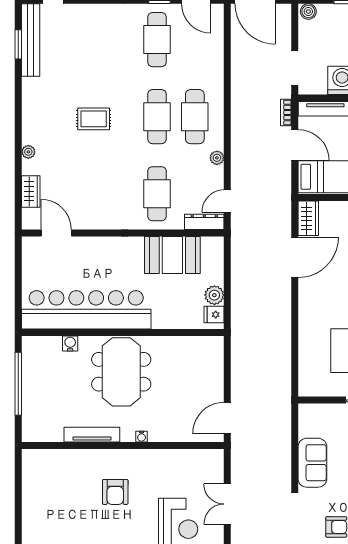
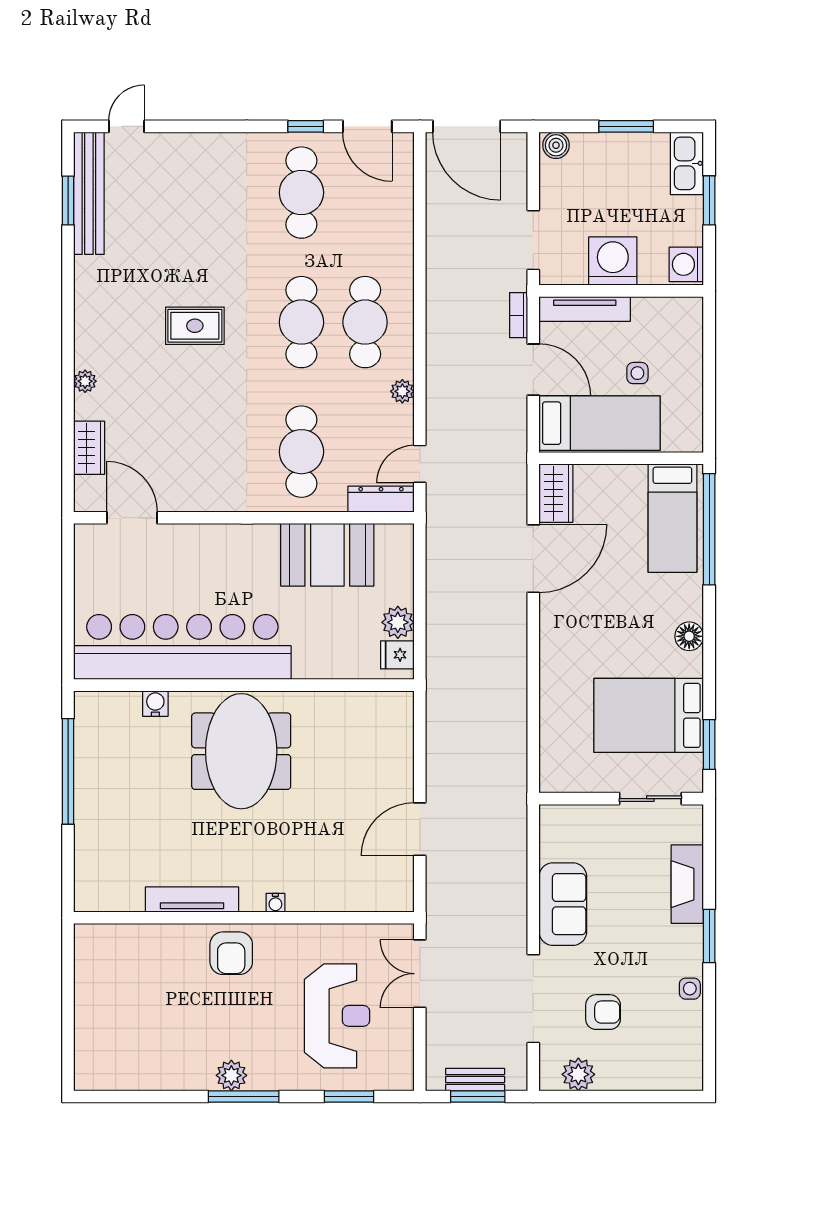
tv unit: (92, 435) -> (192, 899), moved
water cooler: (142, 437) -> (275, 903), moved
wall: (123, 446) -> (244, 918), moved

